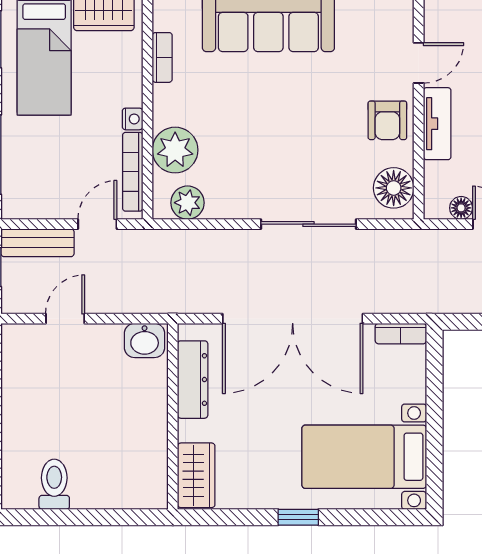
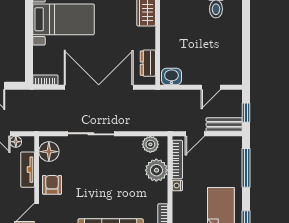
tv unit: (437, 124) -> (28, 170), moved
dresser: (193, 380) -> (148, 63), width x0.70

